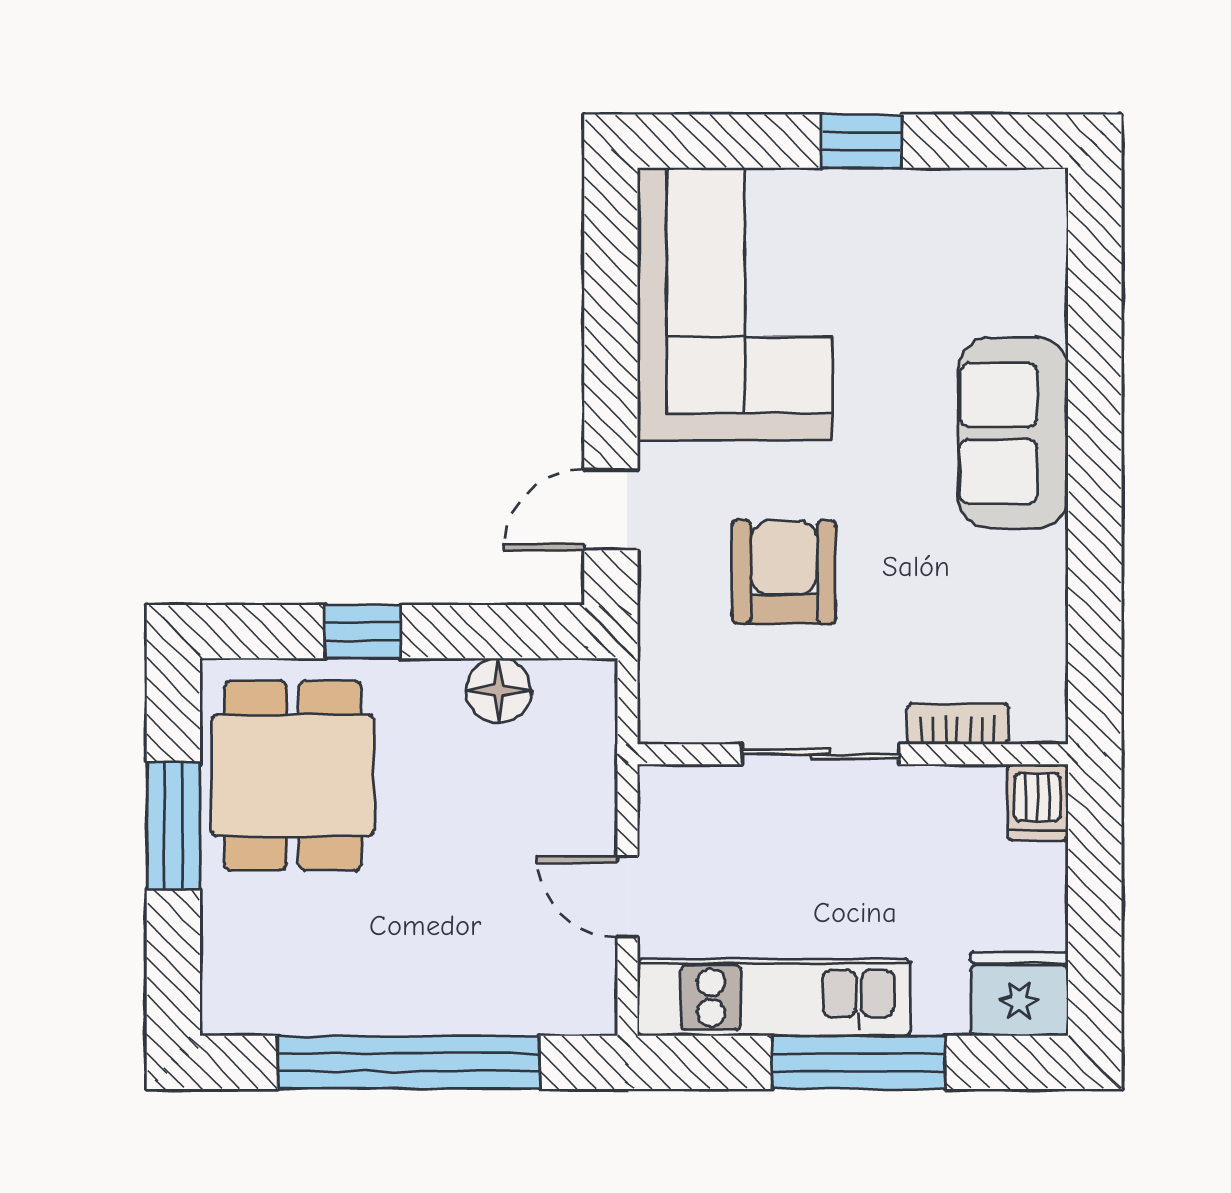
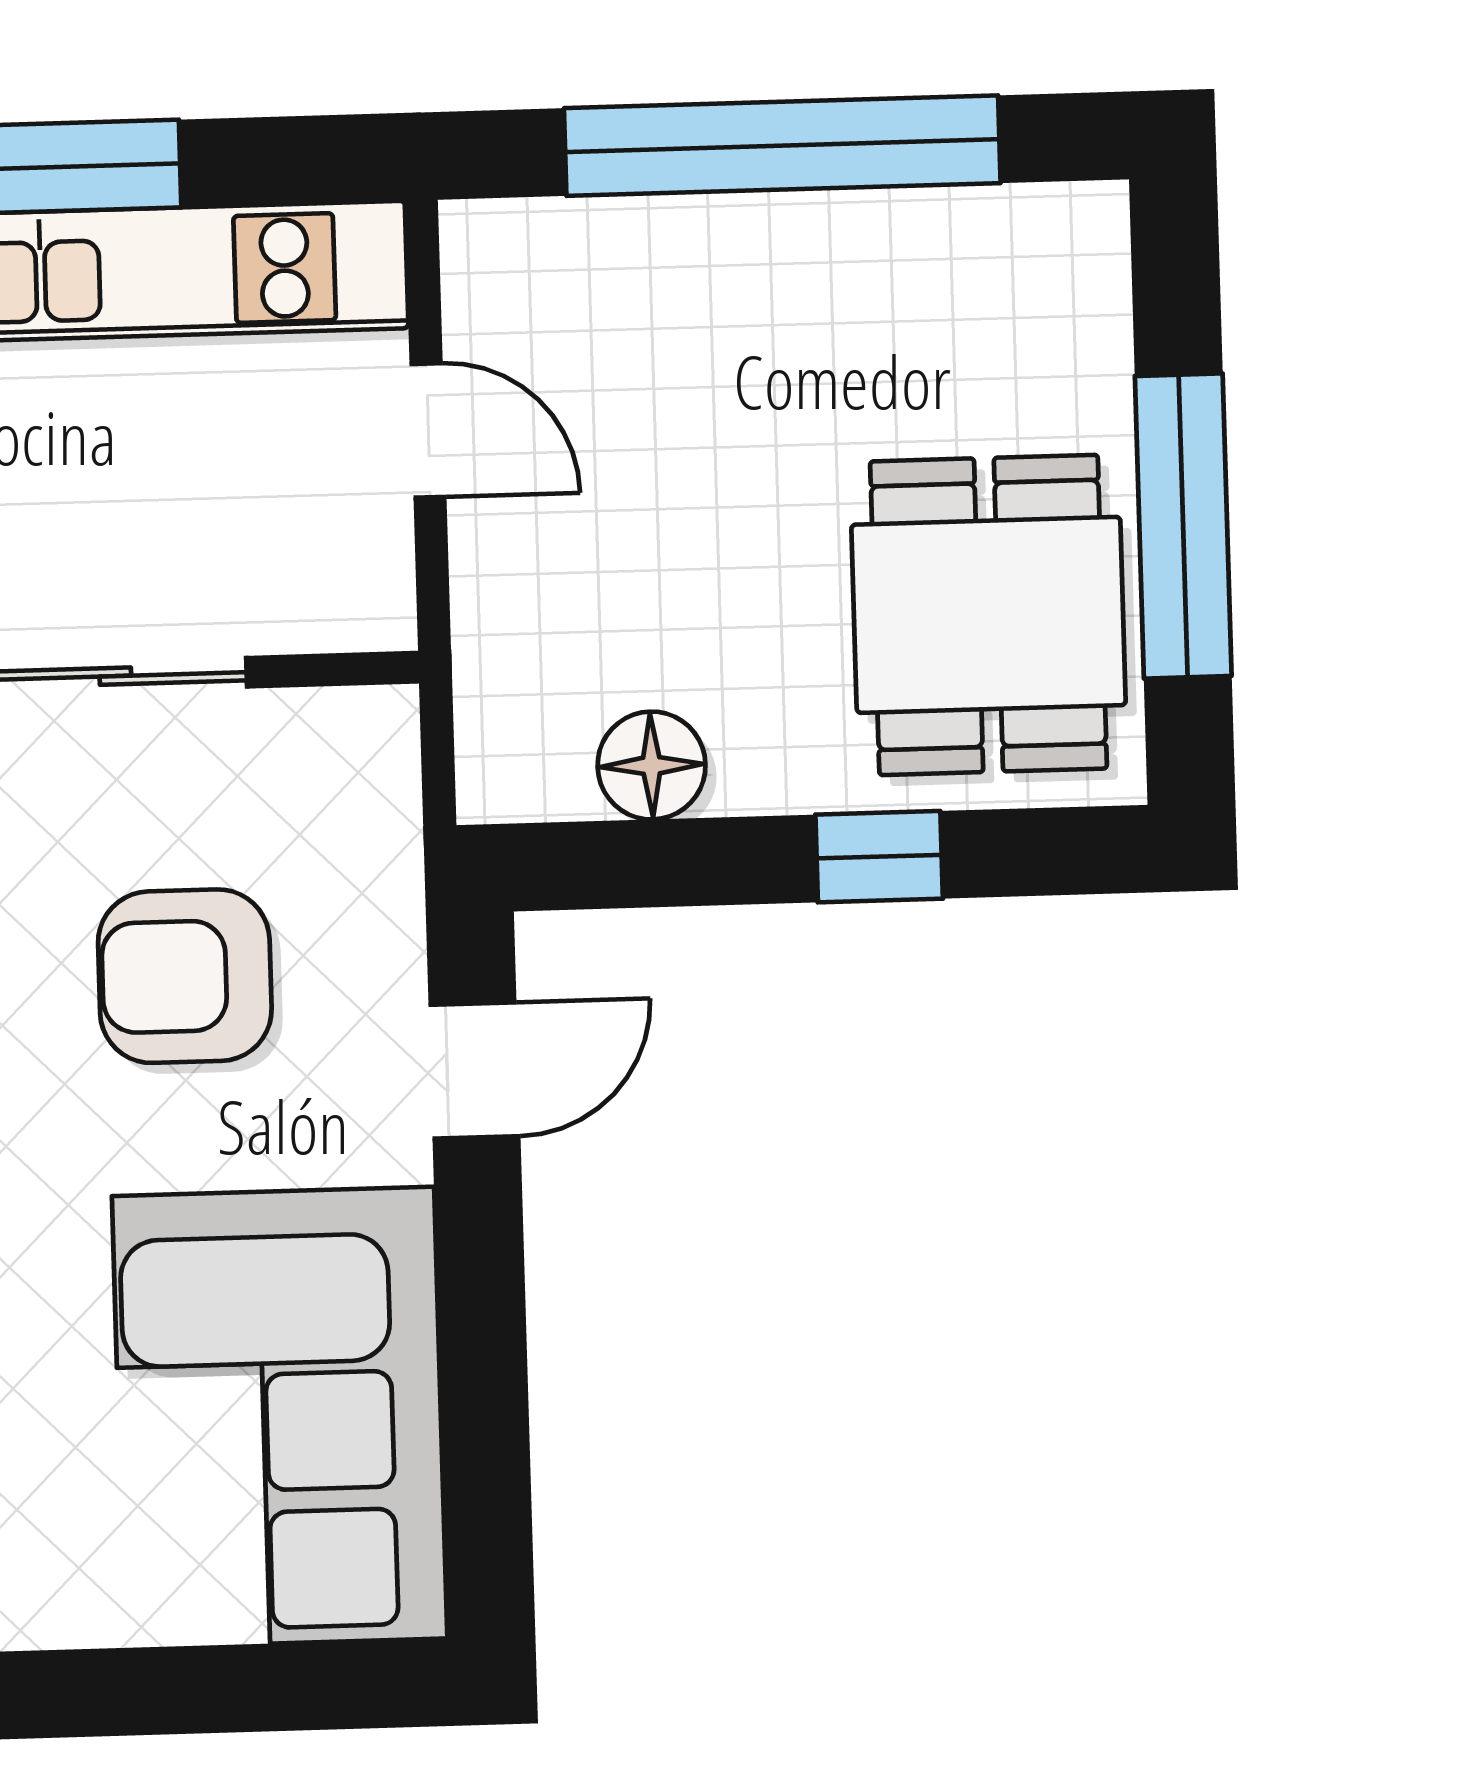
window: (861, 141) -> (78, 1693), removed
armchair: (784, 572) -> (185, 976), turned 90
window: (173, 826) -> (1183, 526), width x1.44

